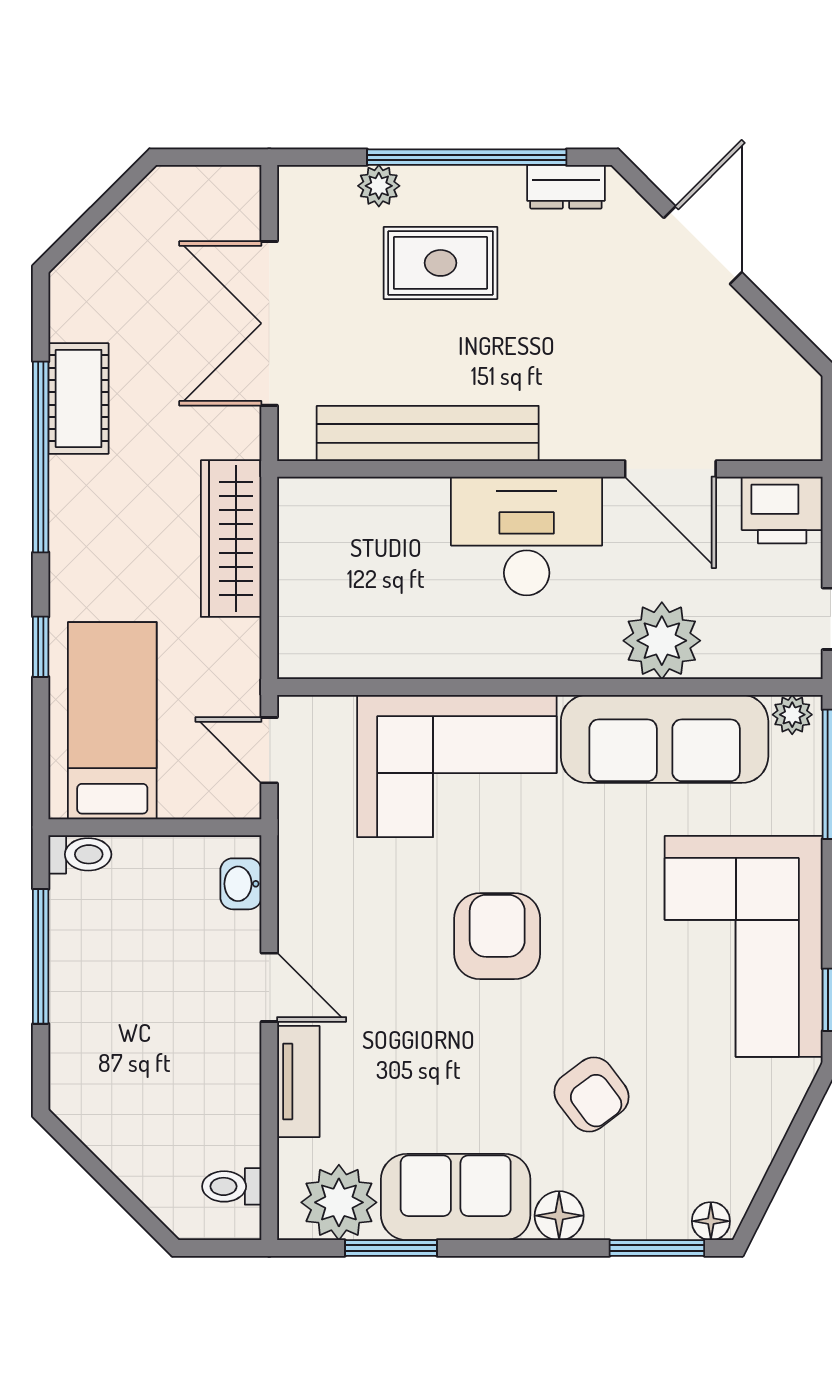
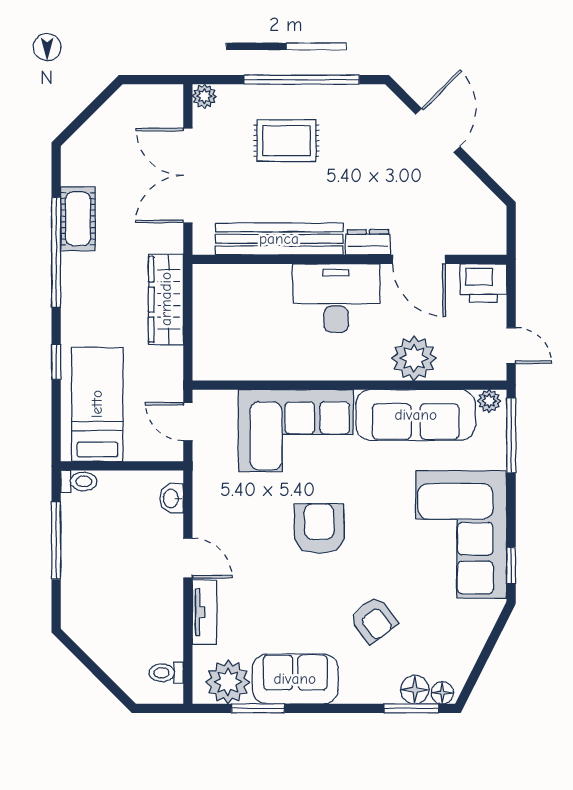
plant: (379, 186) -> (204, 96), moved
dresser: (566, 187) -> (368, 242), moved, turned 180
floor lamp: (559, 1216) -> (415, 690), moved

